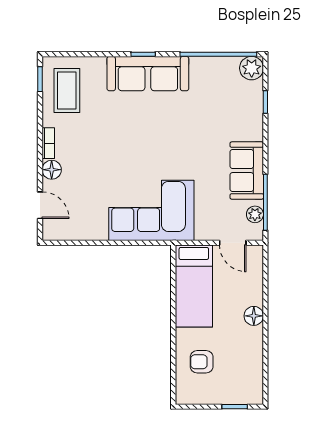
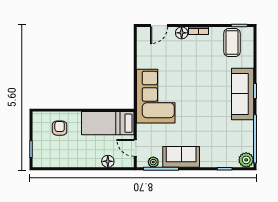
coffee table: (67, 90) -> (232, 42), turned 90
door: (233, 243) -> (135, 148), hinge flipped
floor lamp: (254, 316) -> (108, 161), moved

